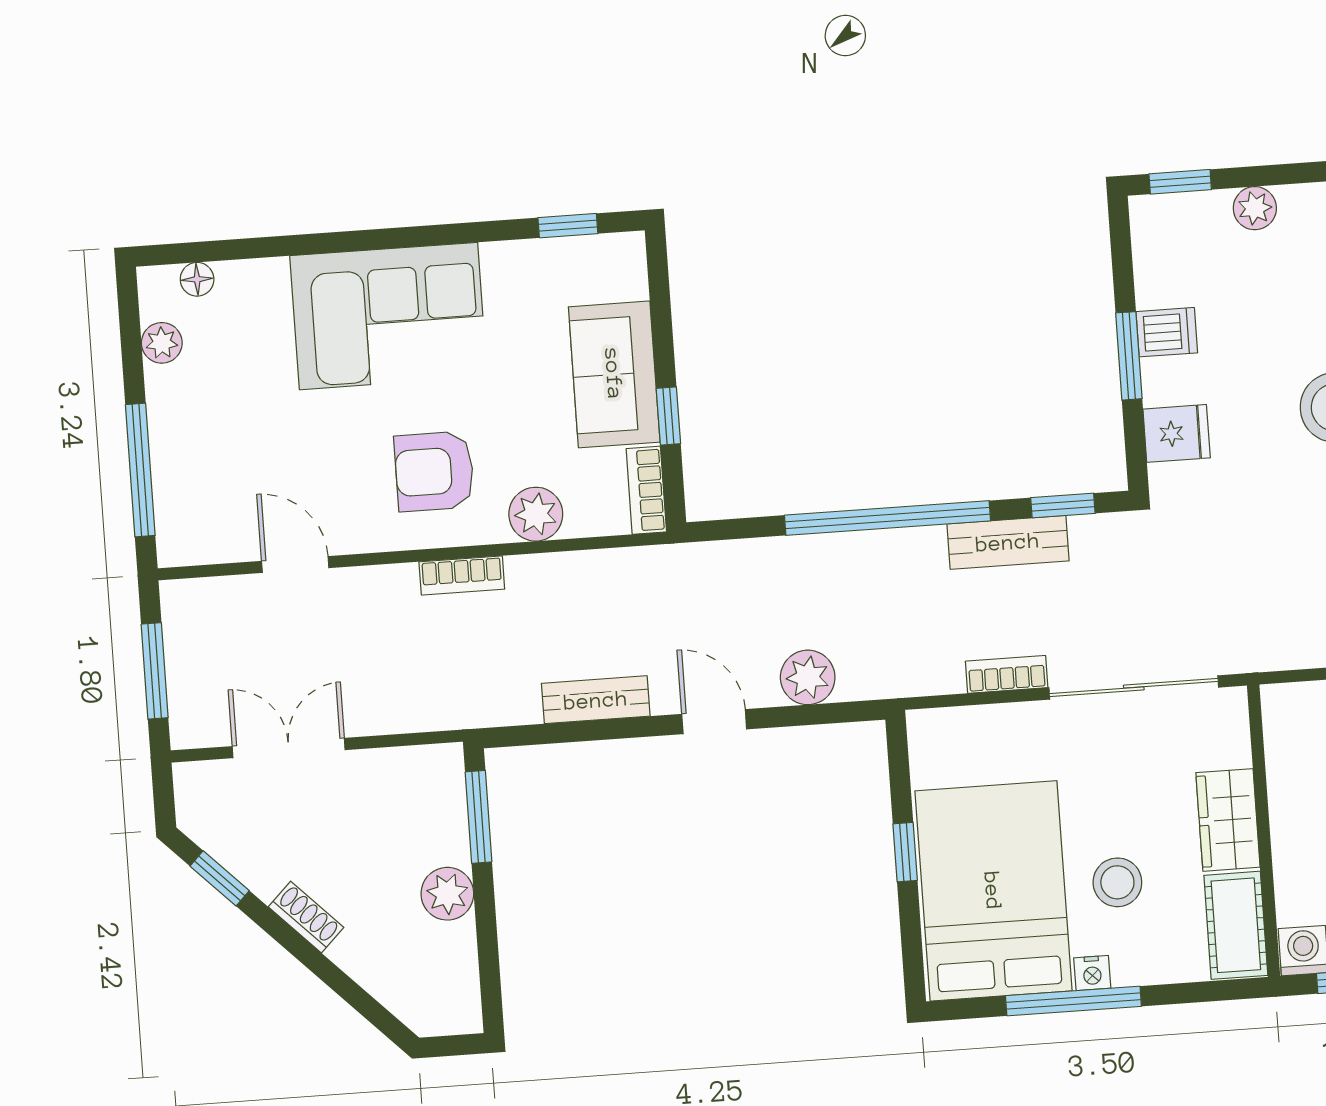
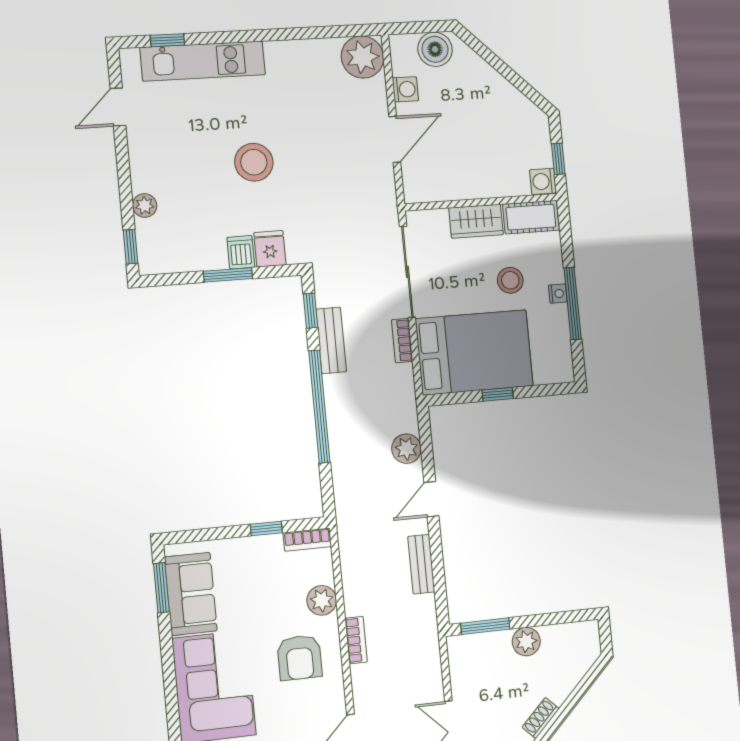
window: (568, 226) -> (161, 588), width x1.50
dishwasher: (1167, 332) -> (241, 252), moved
sofa: (614, 374) -> (191, 594), moved, turned -90
bed: (993, 891) -> (474, 352), moved, turned 180

